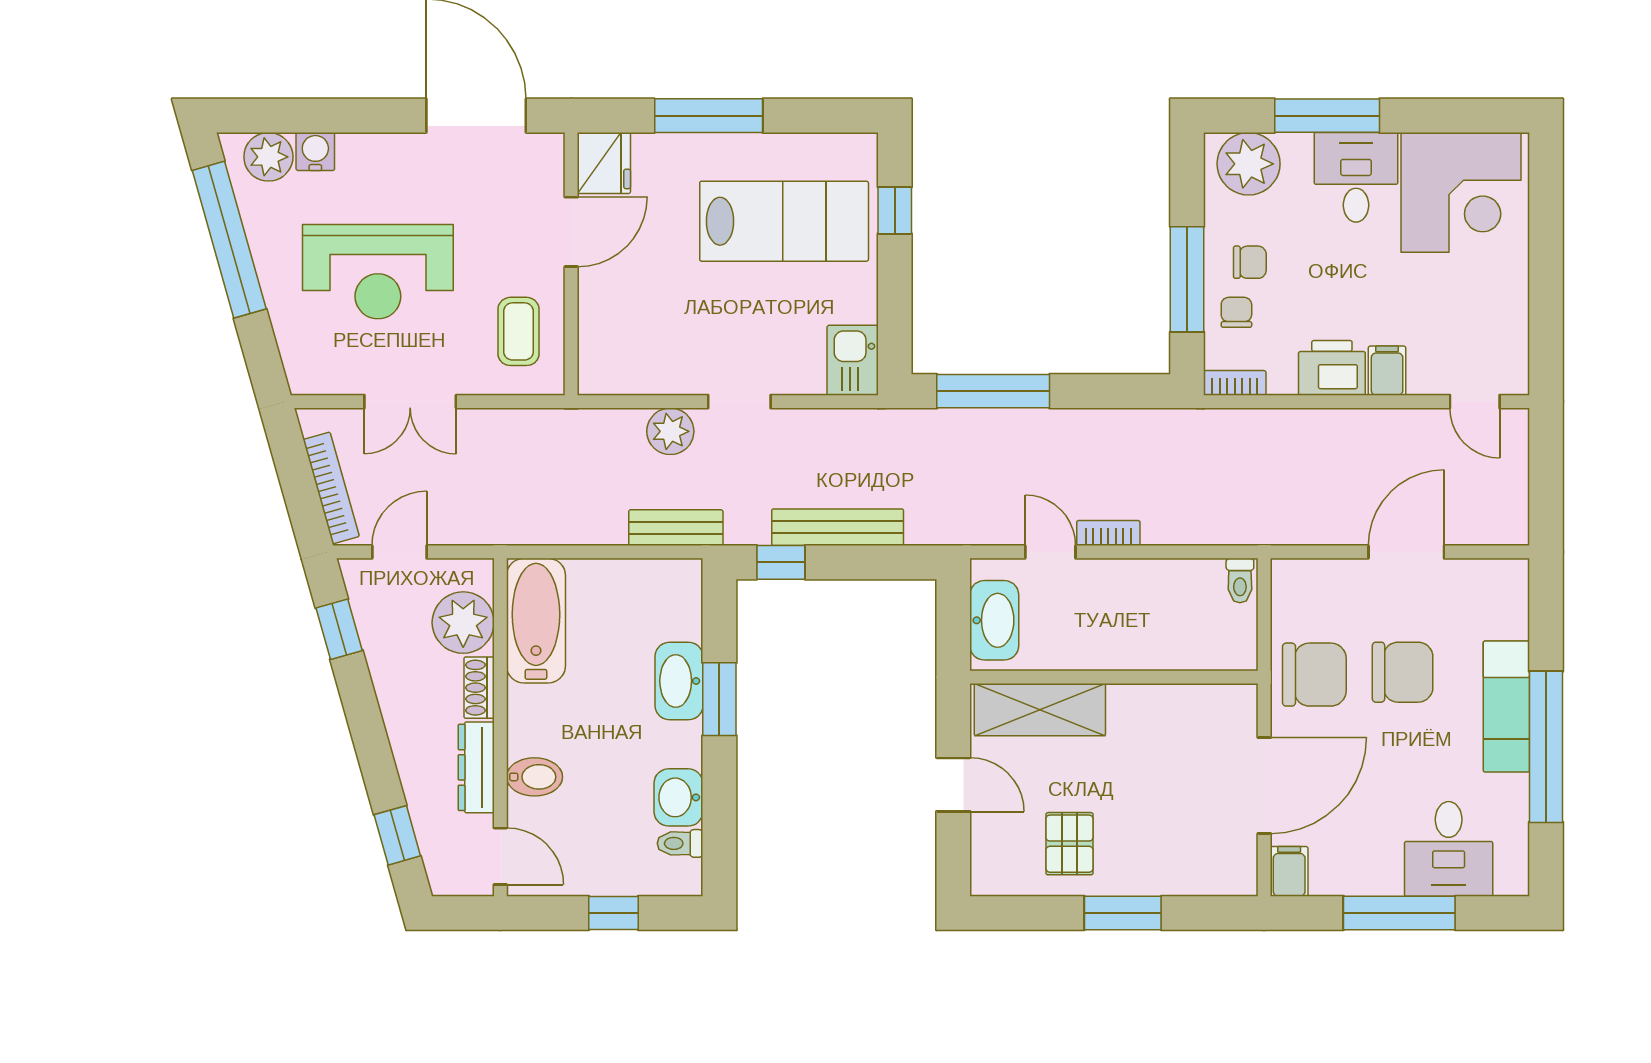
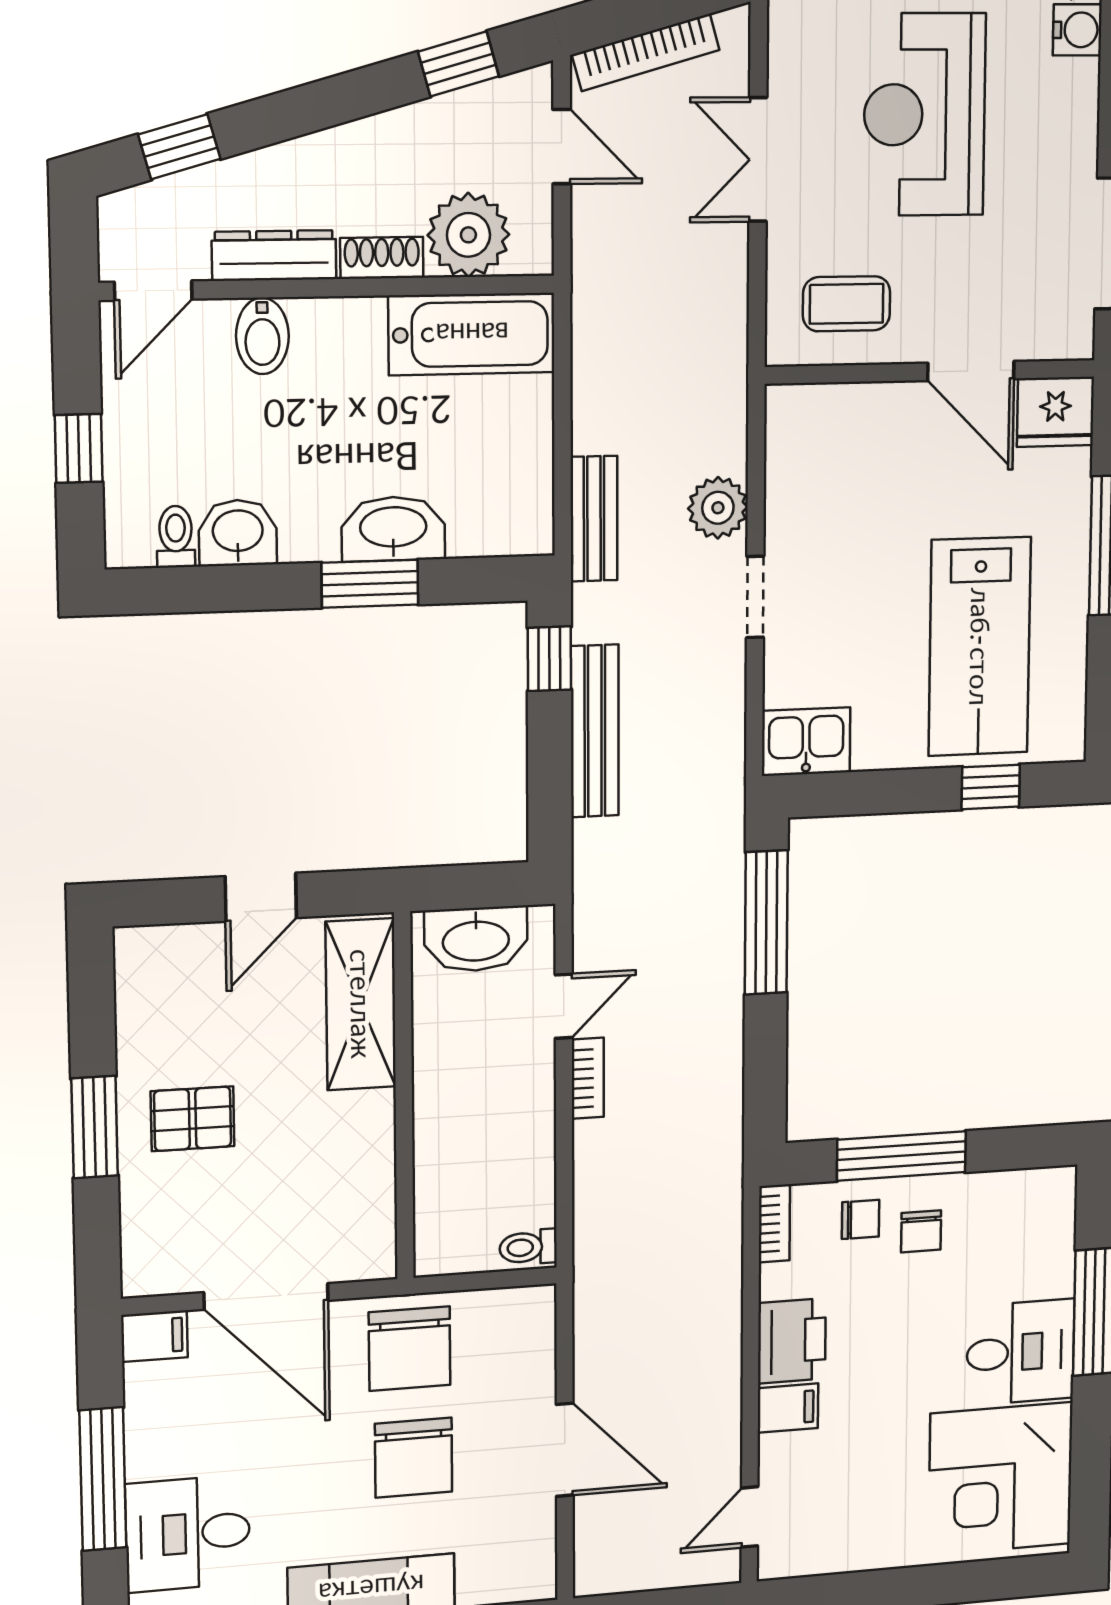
plant: (1249, 164) -> (1039, 1221), removed
pallet: (1069, 844) -> (193, 1119), moved

